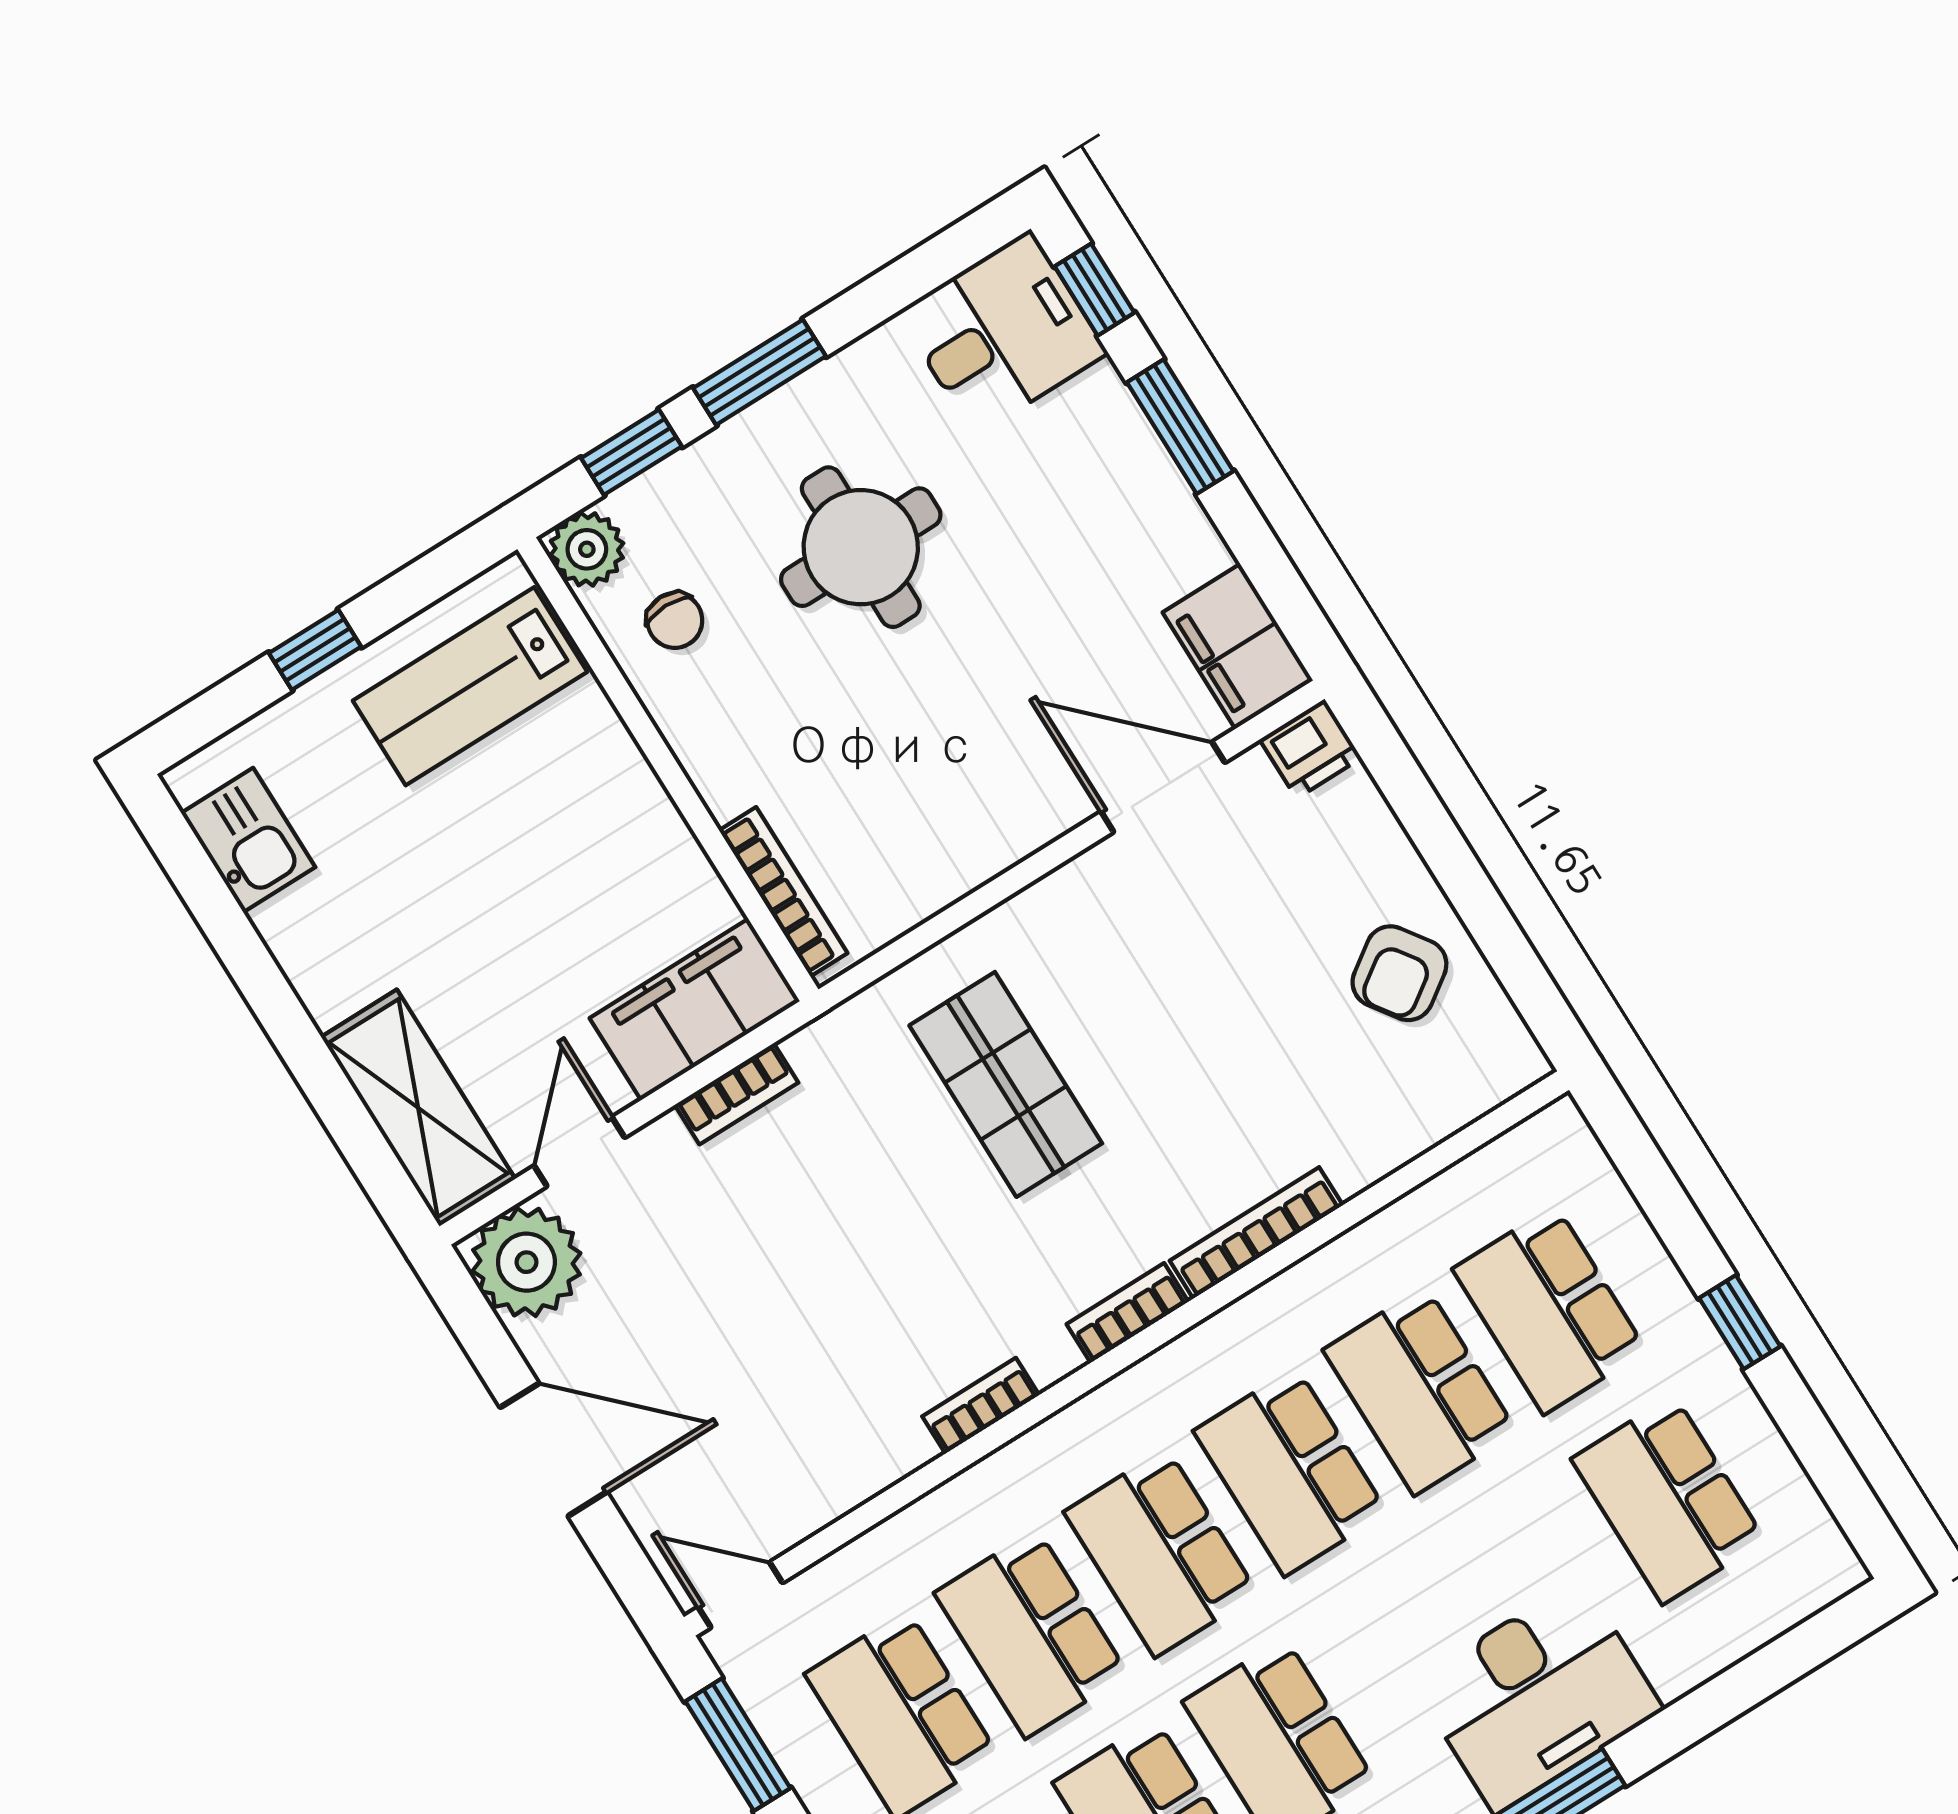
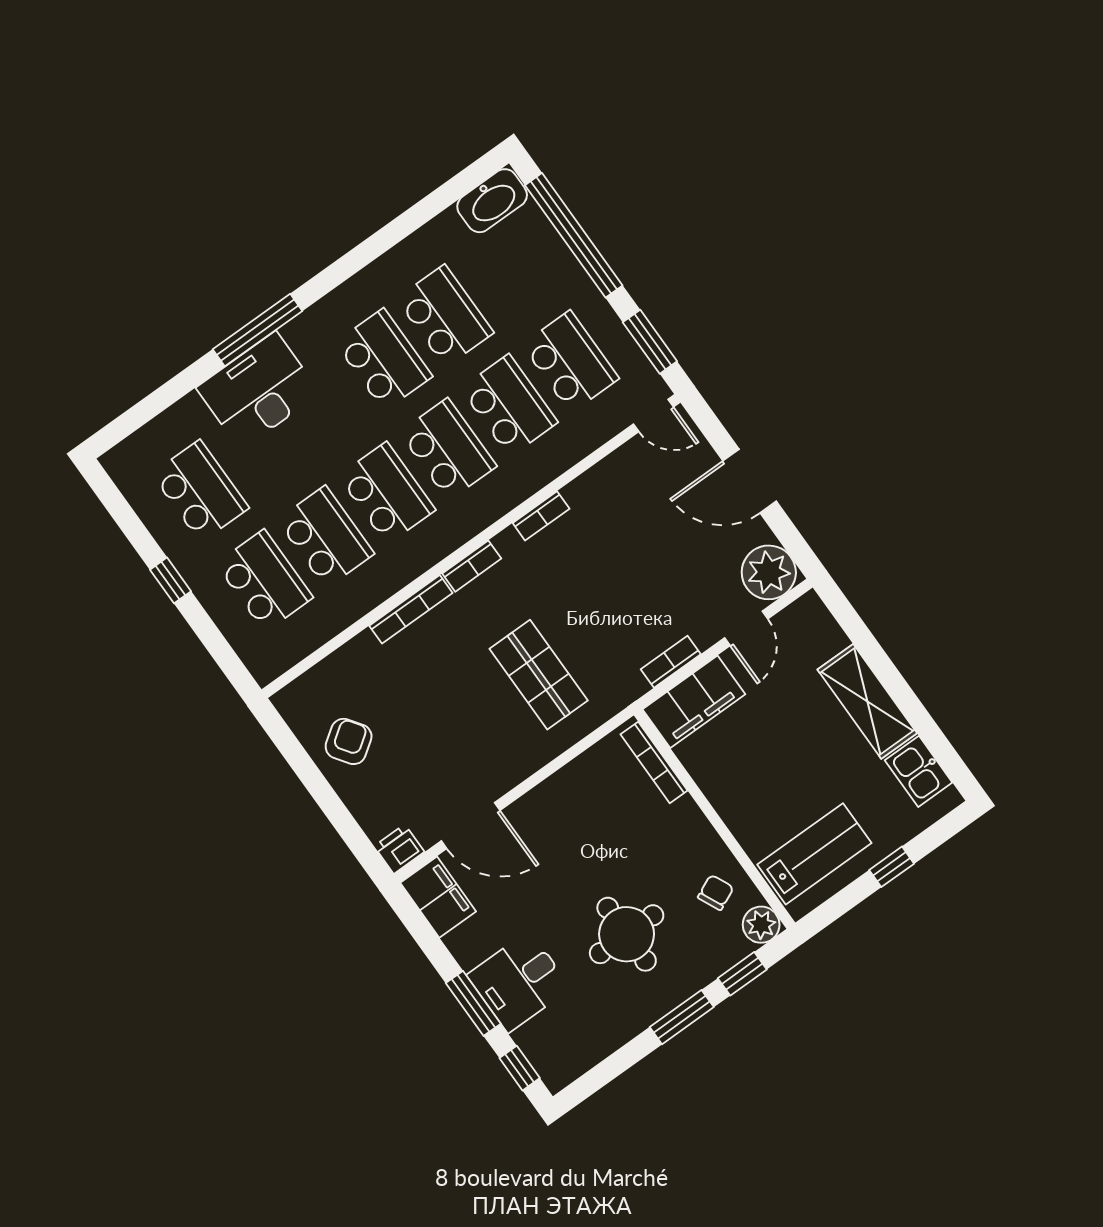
desk: (1002, 333) -> (519, 982), moved
chair: (675, 620) -> (716, 892), turned 65
shelving: (418, 1108) -> (867, 701), moved

